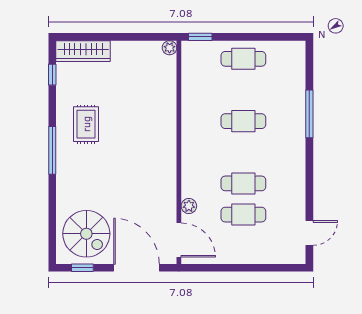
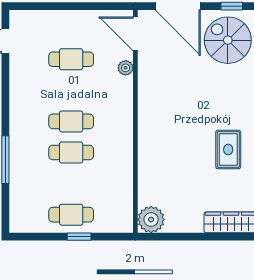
window: (200, 37) -> (79, 237), moved
plant: (170, 48) -> (151, 219), width x1.88, depth x1.88
cafe table: (243, 183) -> (71, 121), moved

